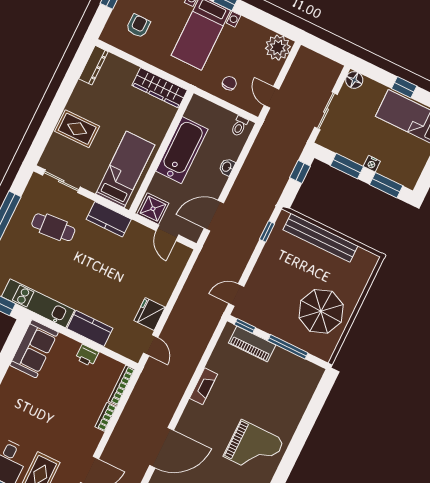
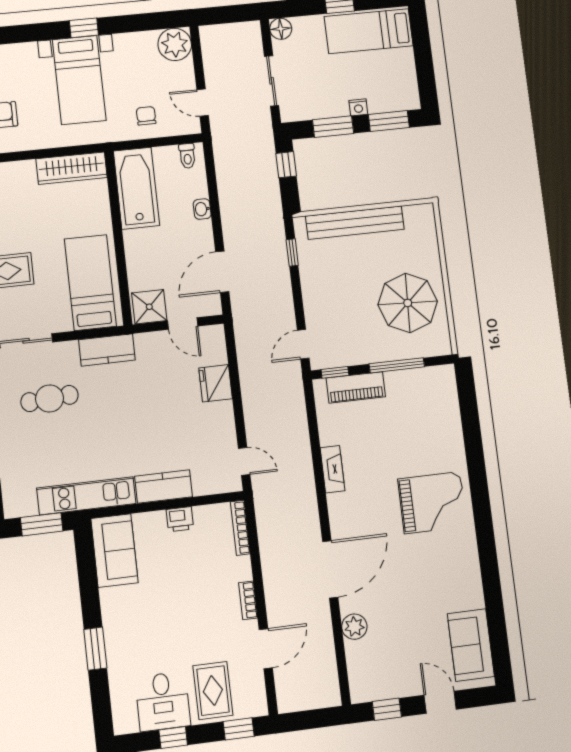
bathtub: (182, 150) -> (136, 188), moved
fridge: (150, 314) -> (216, 383), moved
bookcase: (106, 417) -> (248, 600), moved

